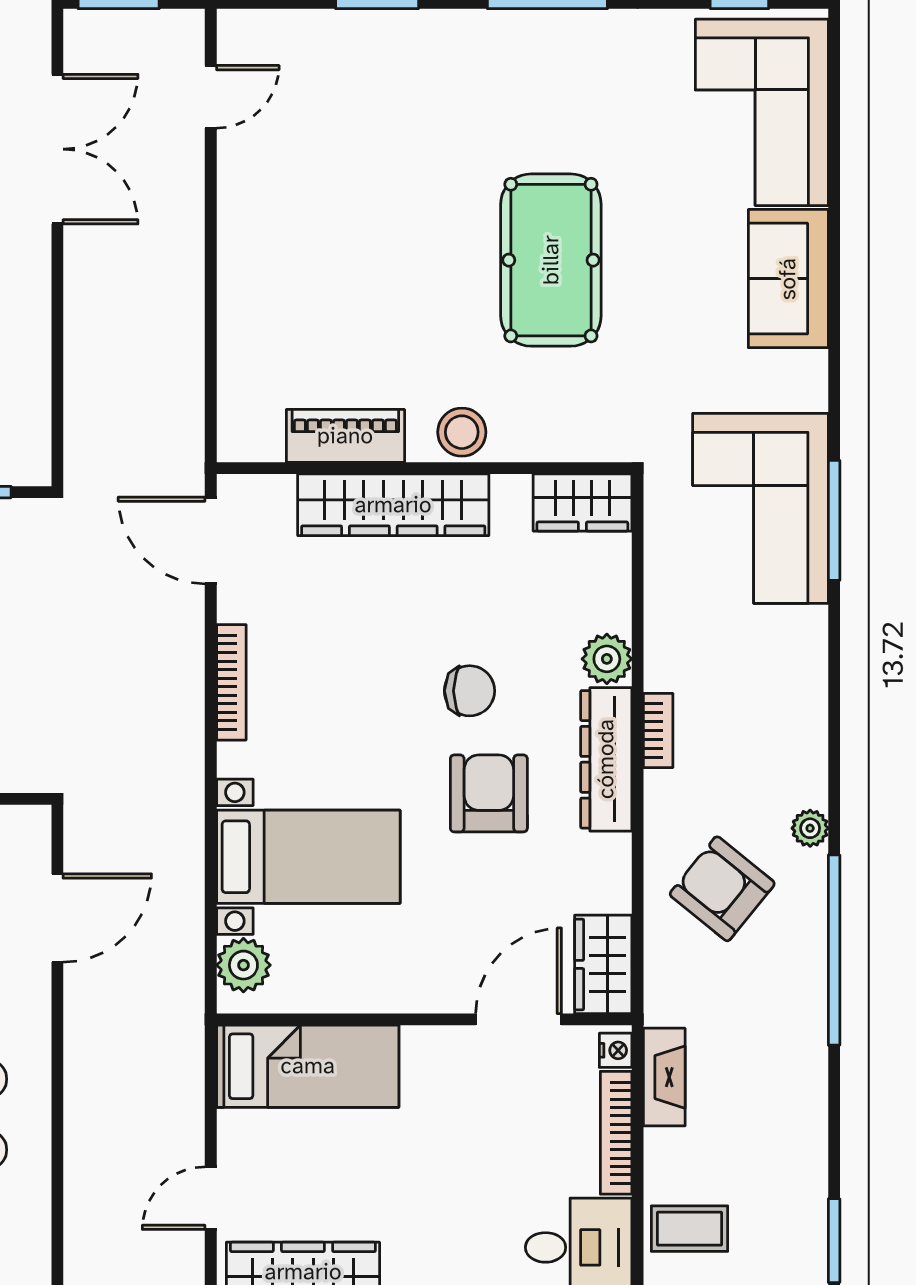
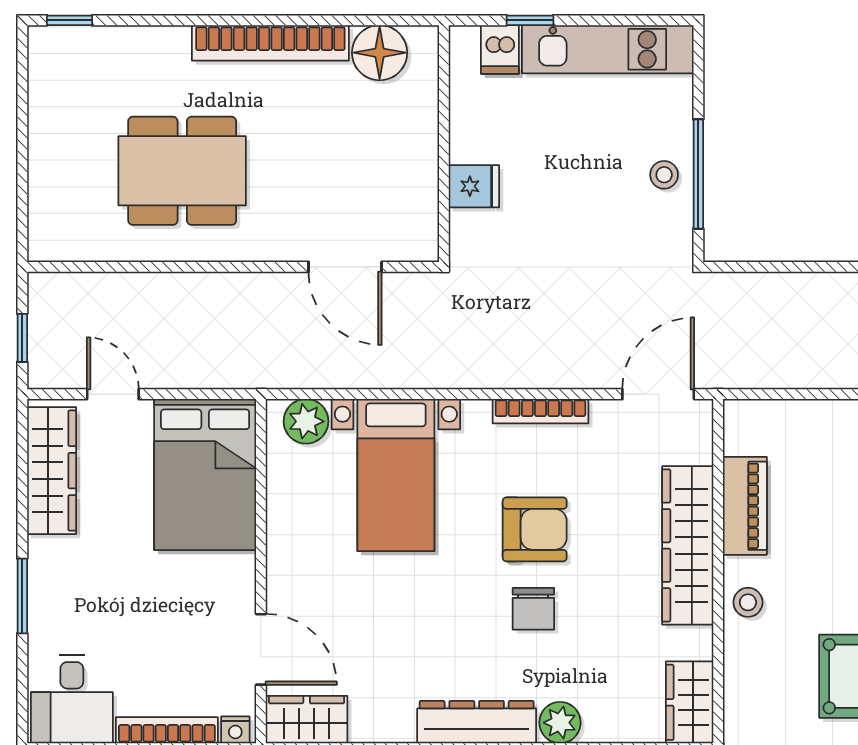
stool: (462, 432) -> (748, 602), width x0.73, depth x0.73
armchair: (489, 793) -> (535, 529), moved
bed: (308, 1066) -> (205, 475), width x1.50

